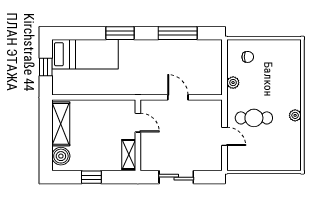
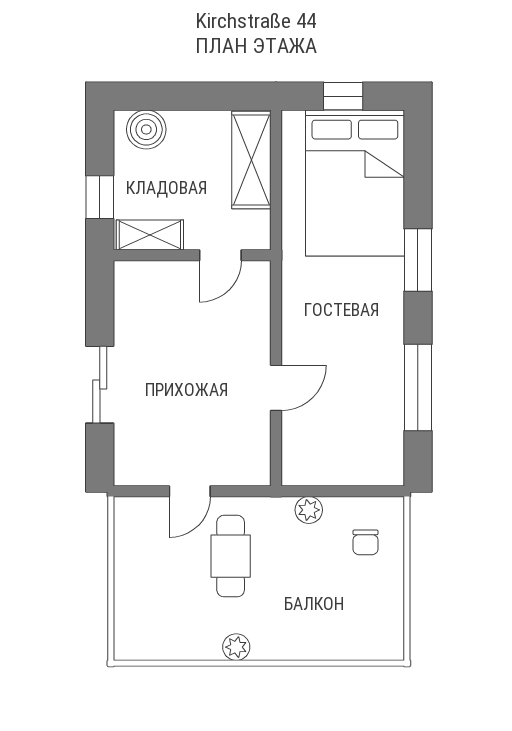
bed: (85, 54) -> (355, 183), width x1.50
door: (138, 123) -> (220, 255), moved
shelving: (61, 124) -> (251, 160), moved, turned 90
wall: (138, 135) -> (192, 255), moved
shelving: (129, 154) -> (150, 235), moved

